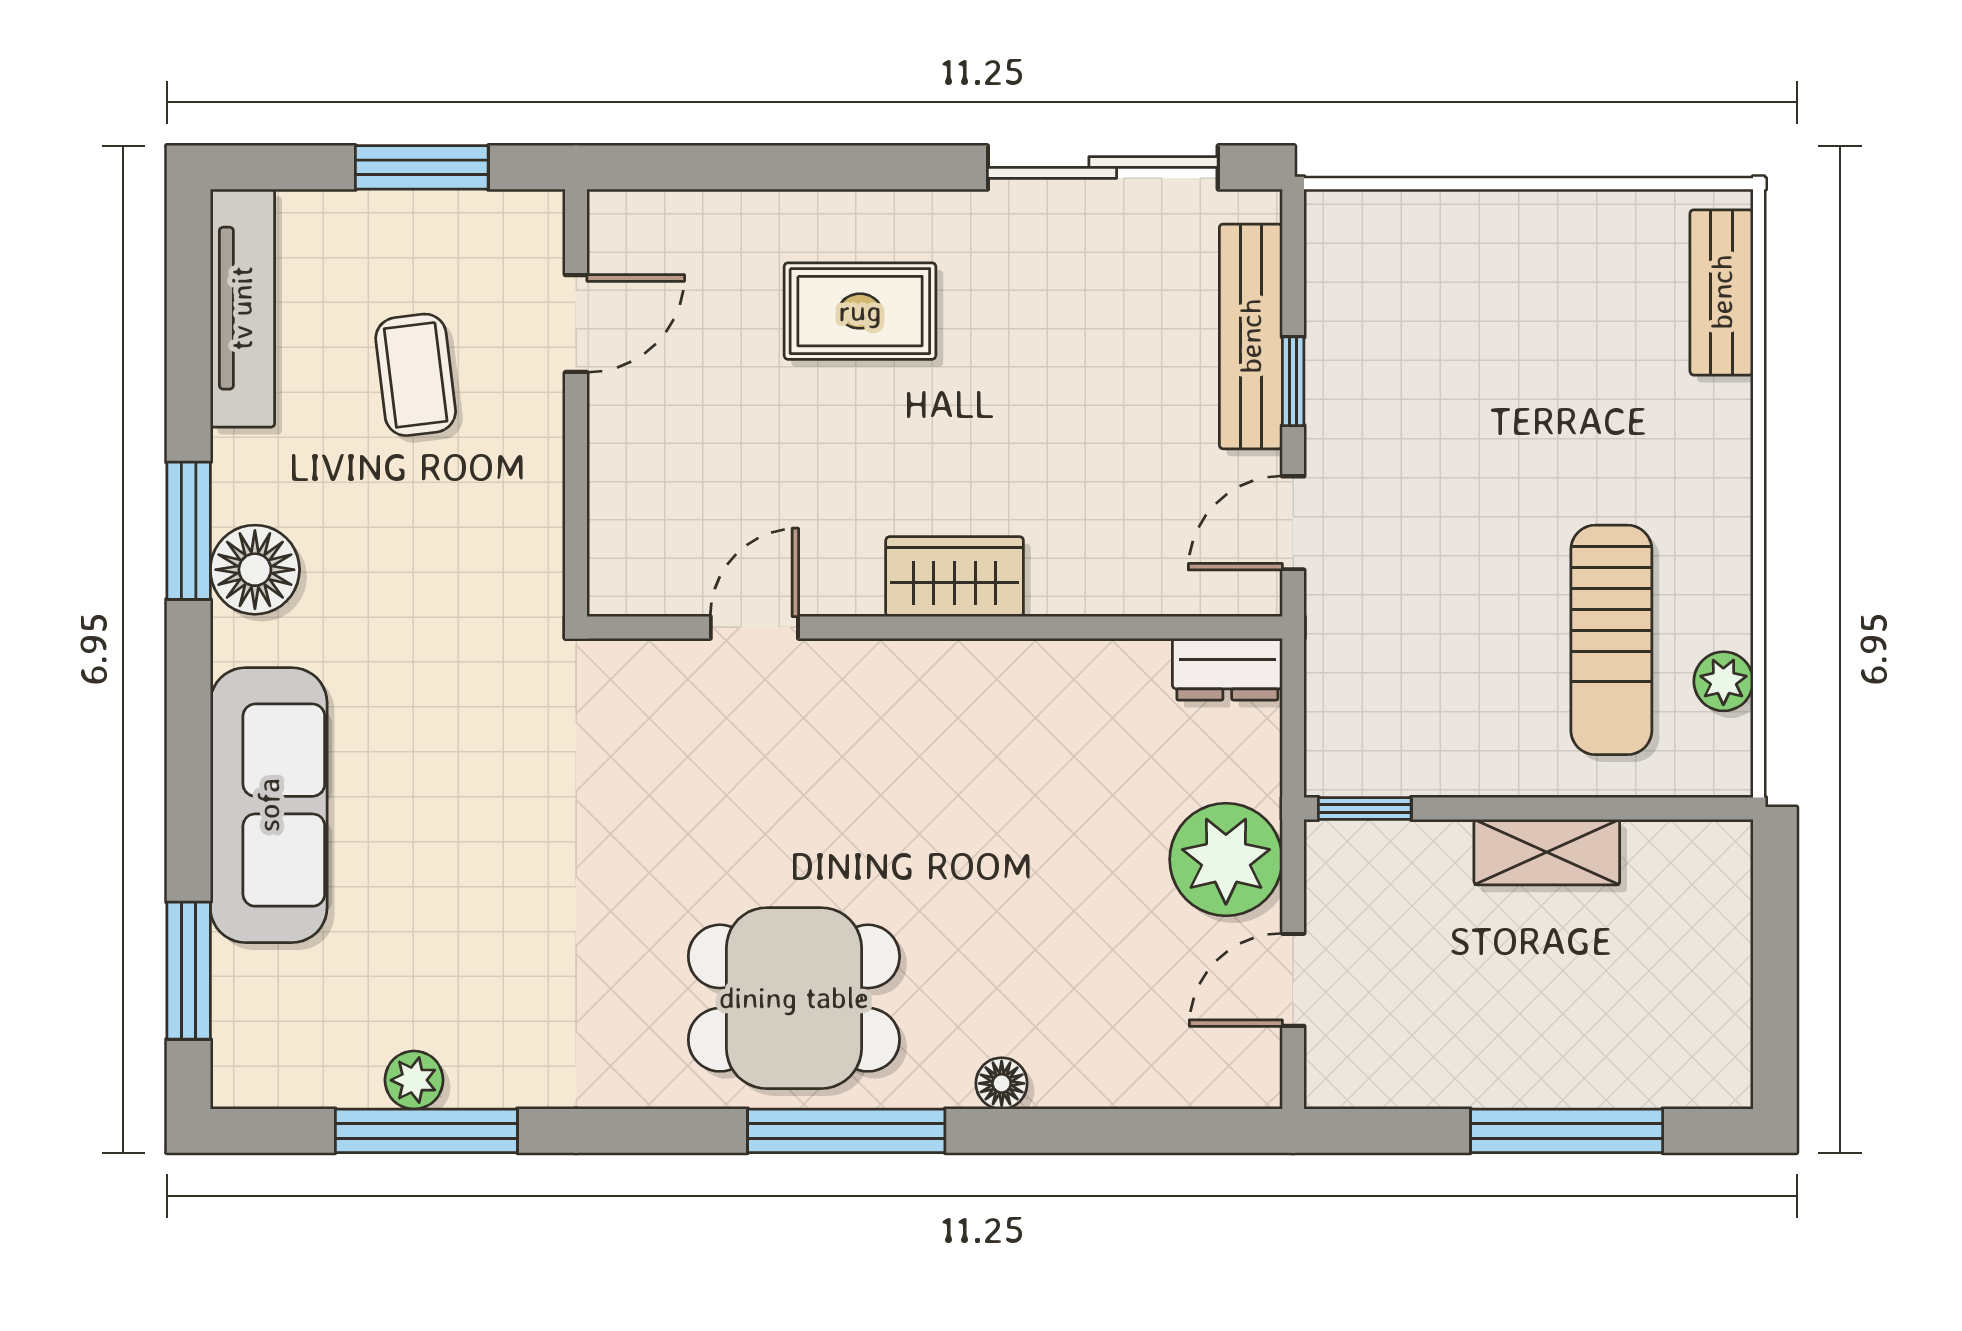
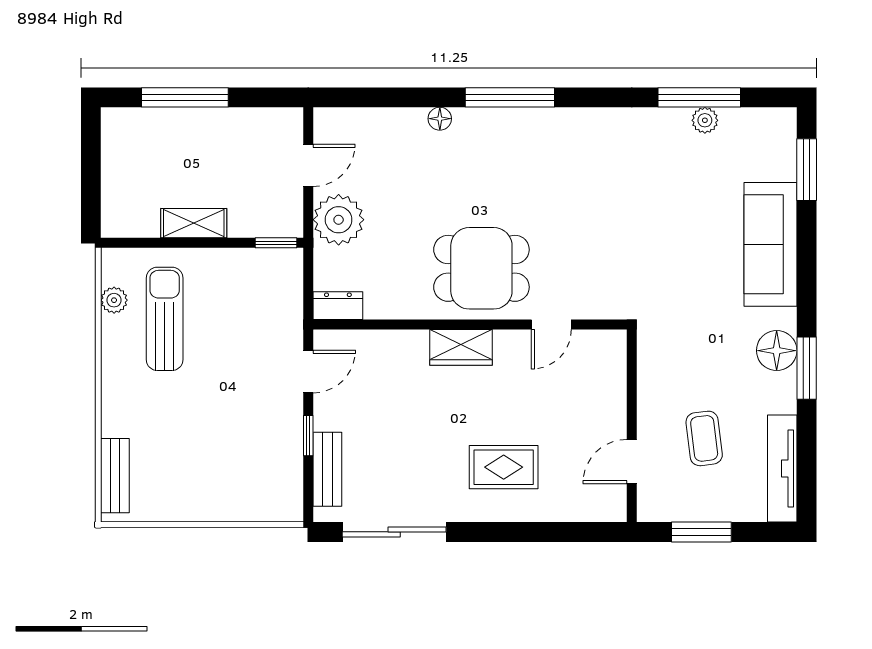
bench: (1251, 336) -> (327, 469), width x0.73
dining table: (794, 998) -> (481, 268), moved

